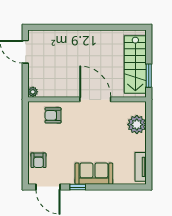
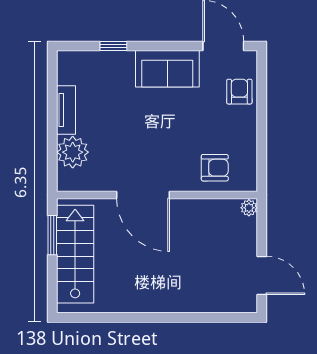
tv unit: (141, 167) -> (66, 110), moved
sofa: (94, 174) -> (167, 69), moved
window: (78, 187) -> (113, 46), moved

